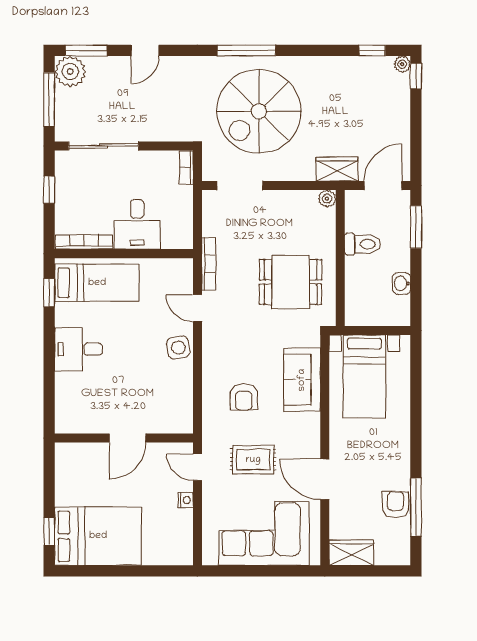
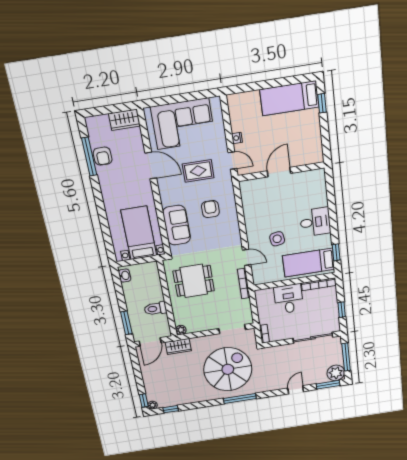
washbasin: (402, 283) -> (125, 276), moved
side table: (178, 348) -> (277, 239), moved
bed: (98, 536) -> (289, 98), width x0.67

